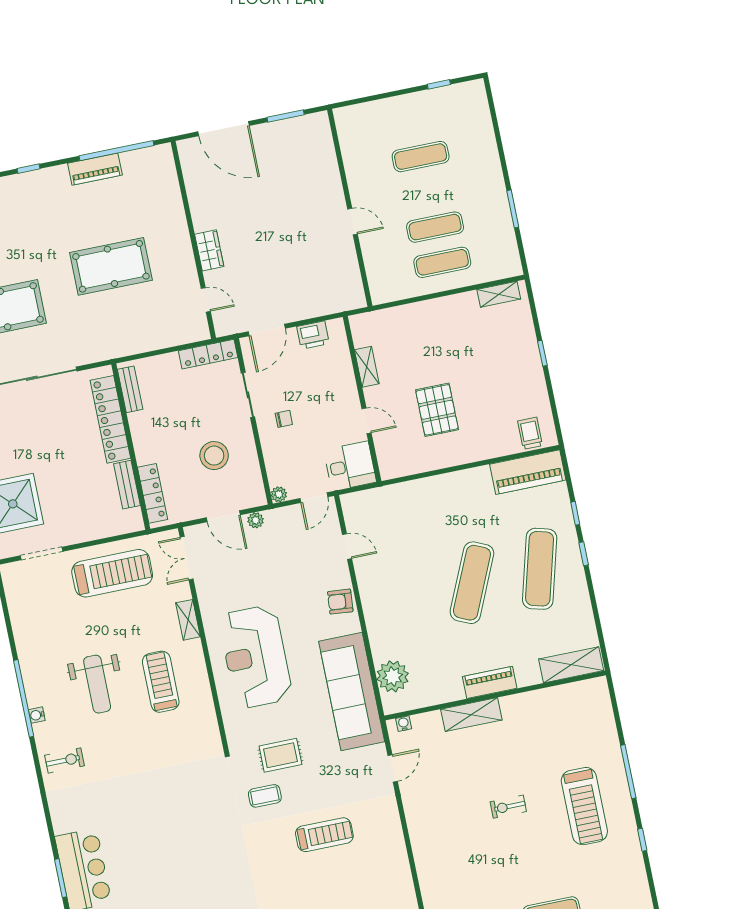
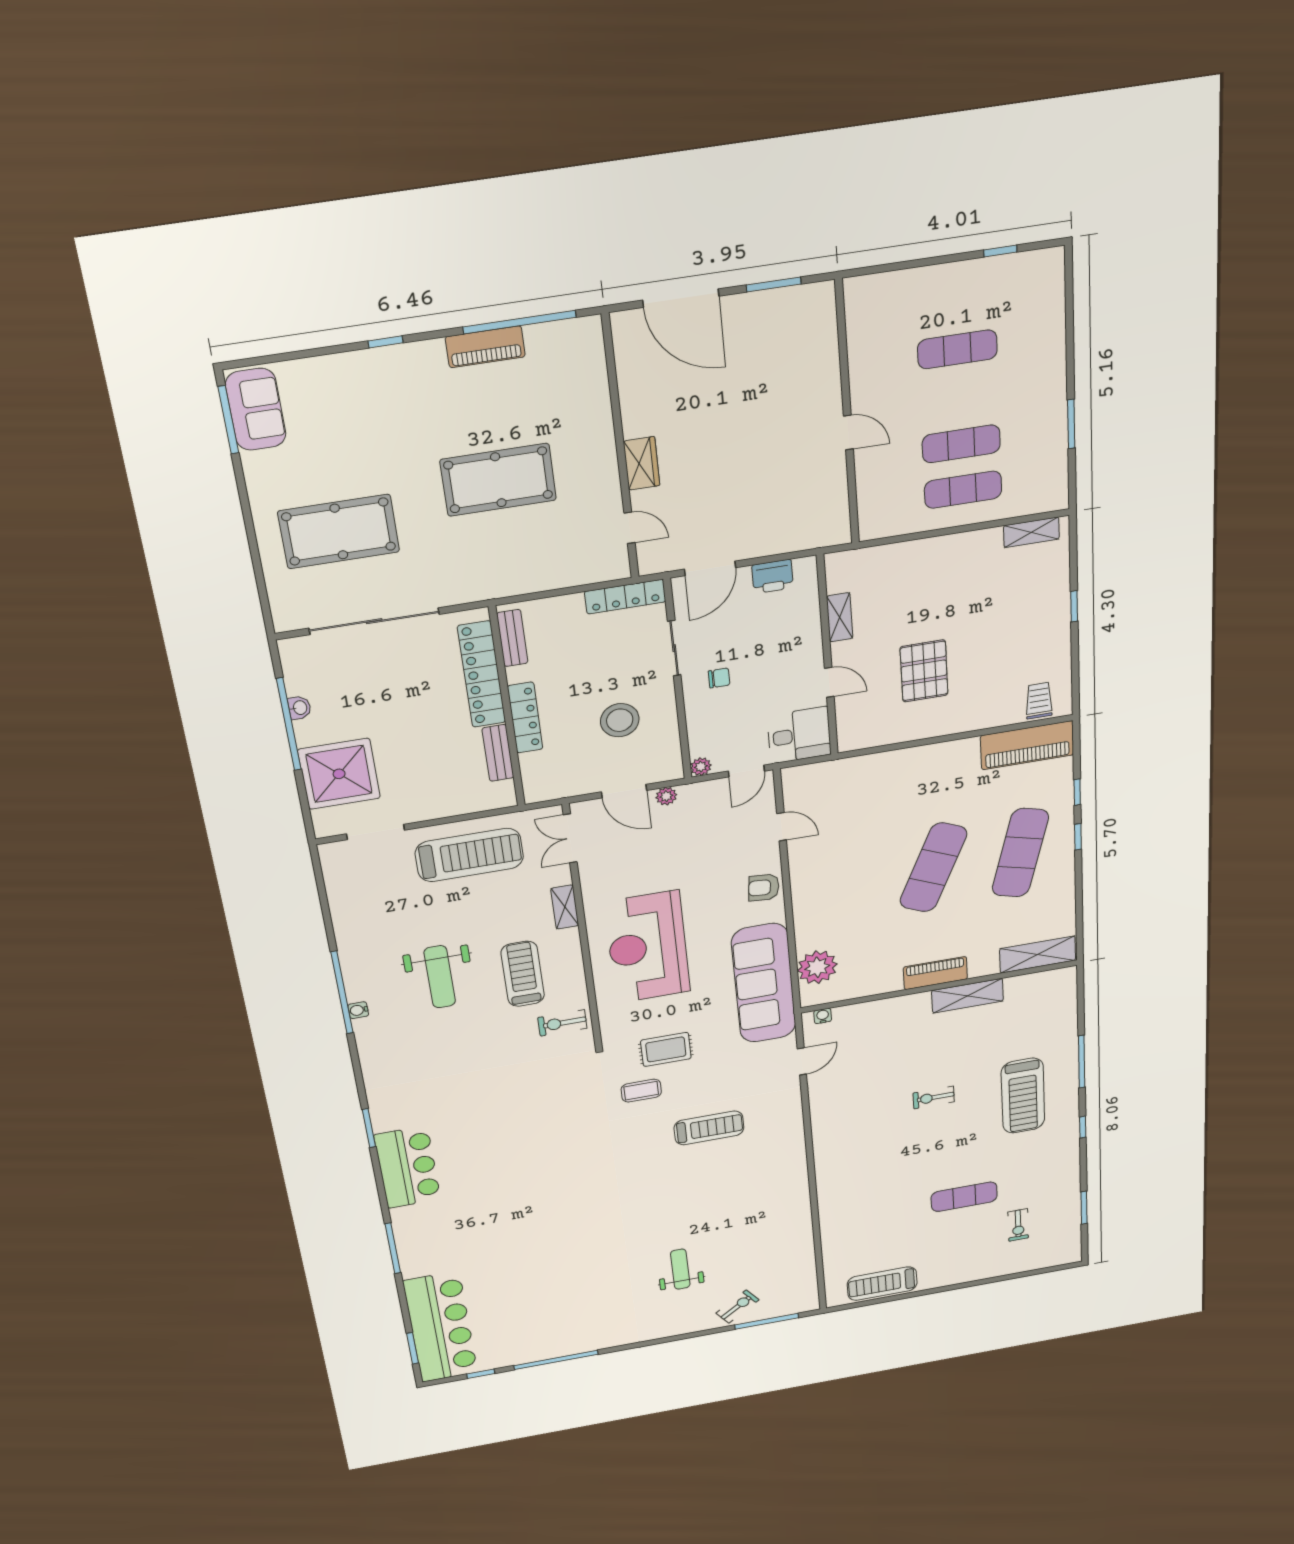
locker: (152, 493) -> (525, 718), moved
shelving: (471, 715) -> (968, 996), moved
exercise bike: (65, 760) -> (562, 1023), moved, turned 180
window: (61, 878) -> (369, 1128), moved

